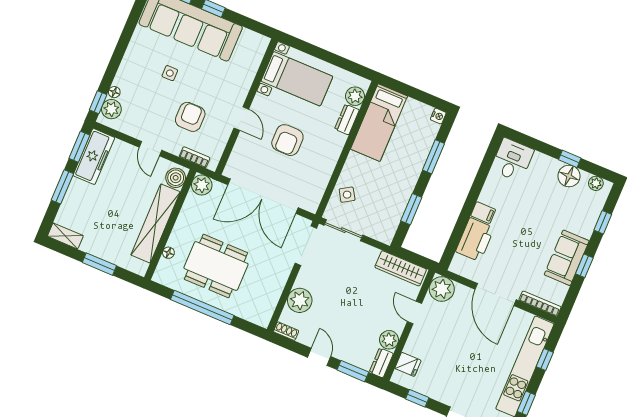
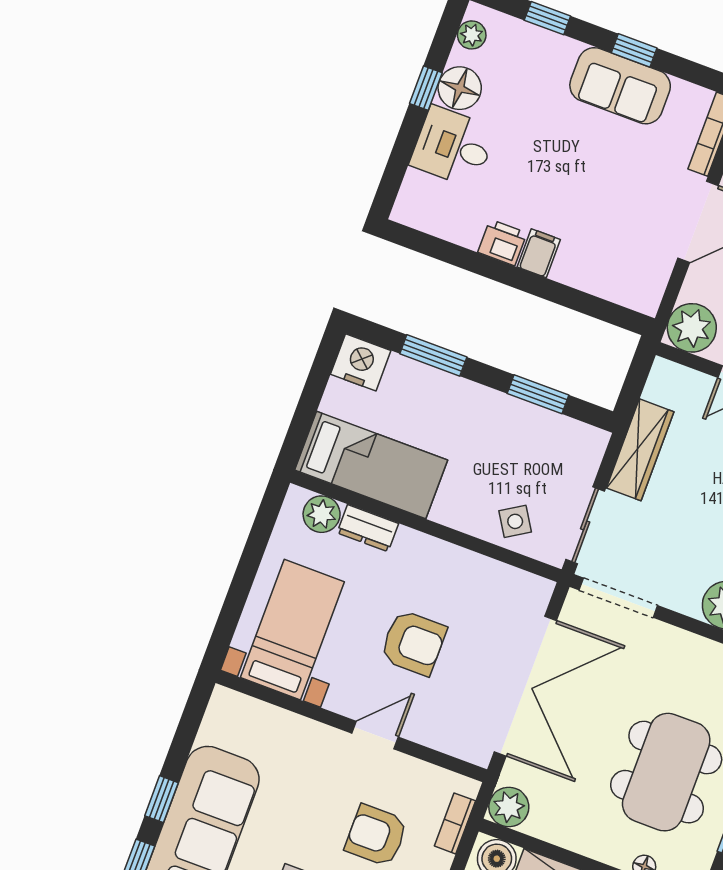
nightstand: (438, 116) -> (361, 362), width x1.89, depth x1.79
desk: (512, 160) -> (453, 147), moved
printer: (475, 240) -> (502, 243), moved, width x0.53, depth x0.68
wardrobe: (401, 268) -> (640, 450), moved

